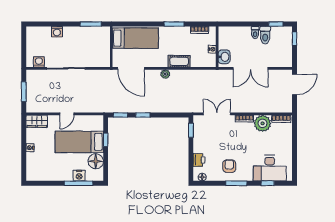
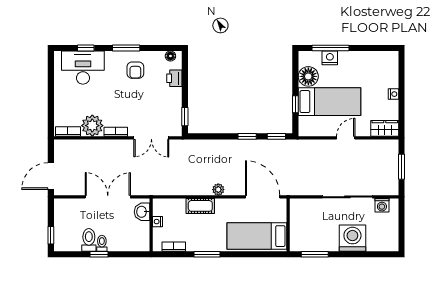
window: (276, 24) -> (99, 254), moved
washing machine: (57, 32) -> (352, 238), width x1.89, depth x1.89

